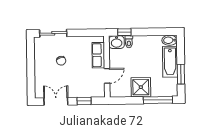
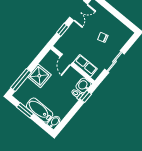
sliding door: (53, 33) -> (115, 62), moved

